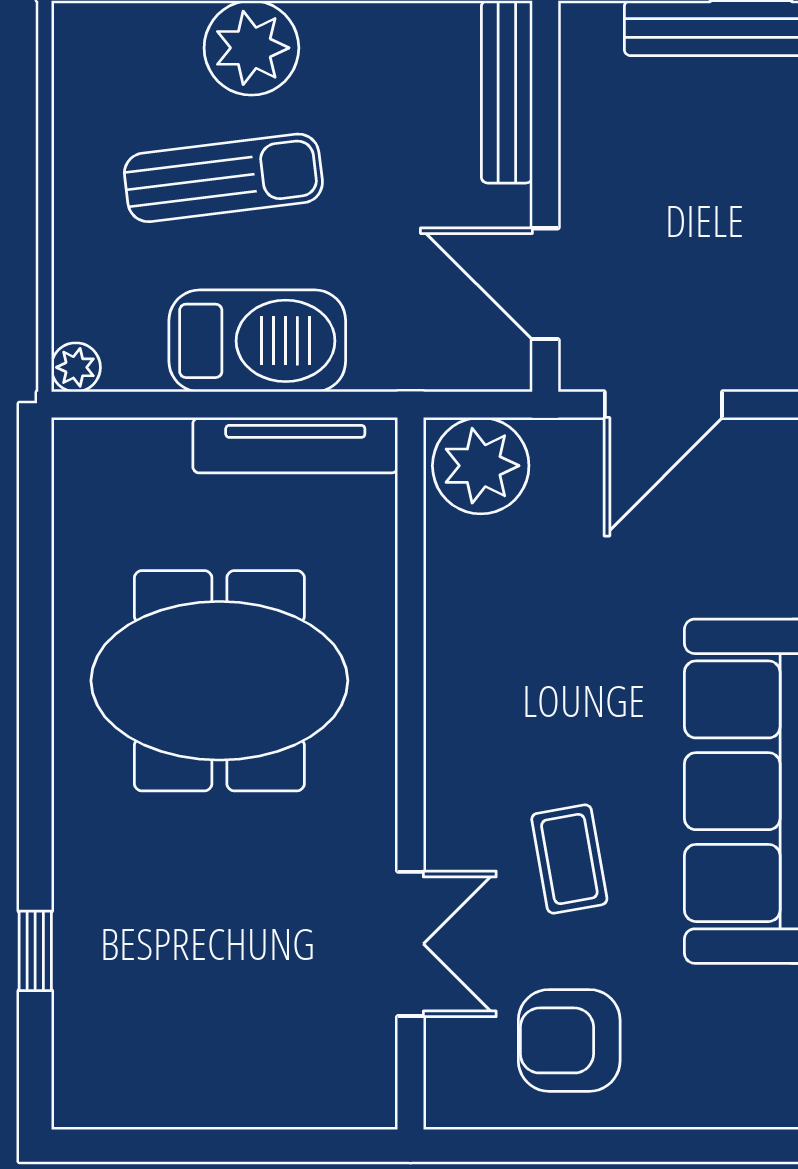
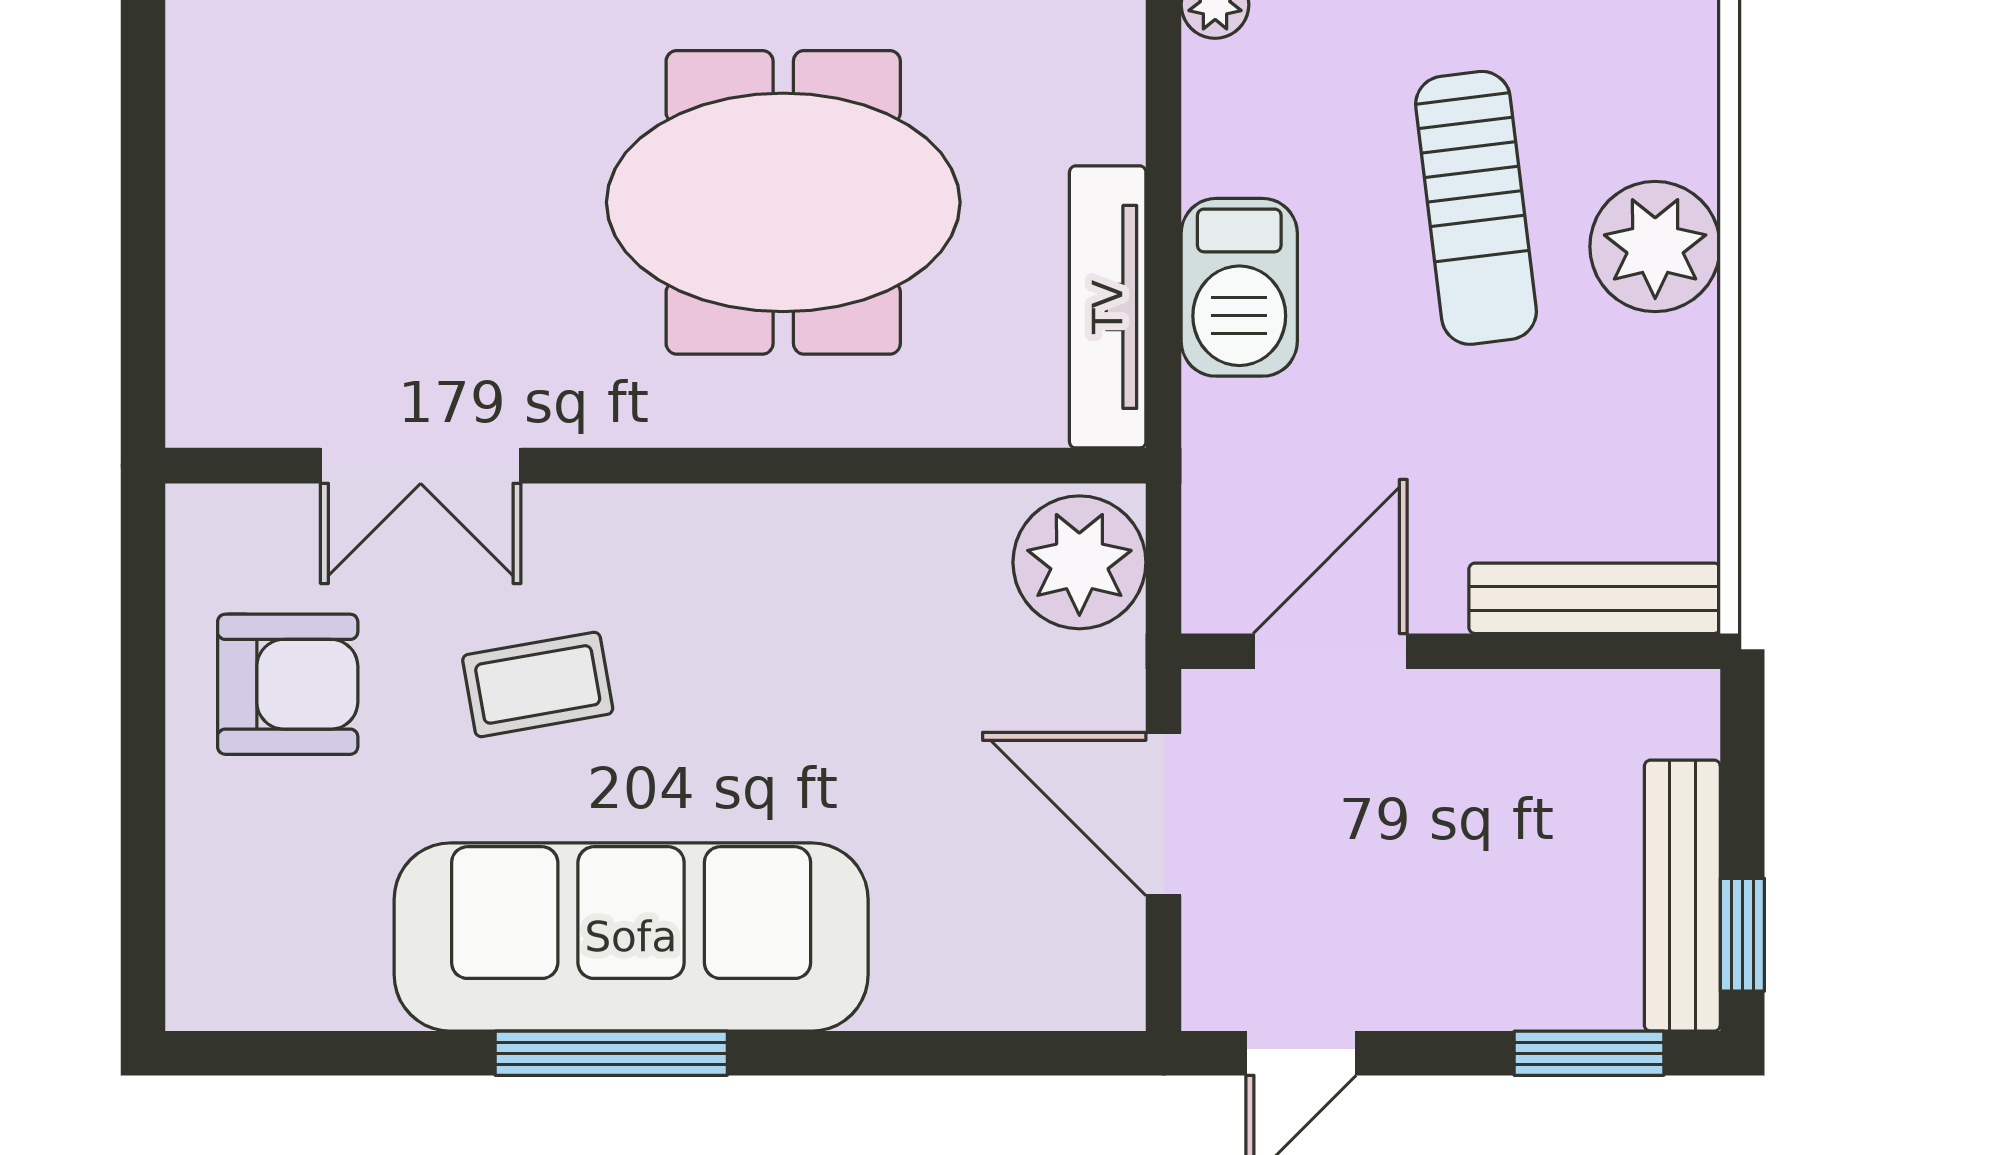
barbecue: (257, 341) -> (1239, 287), width x0.73, depth x0.83
meeting table: (219, 681) -> (783, 202), turned 90
armchair: (569, 1040) -> (288, 684), turned 90

